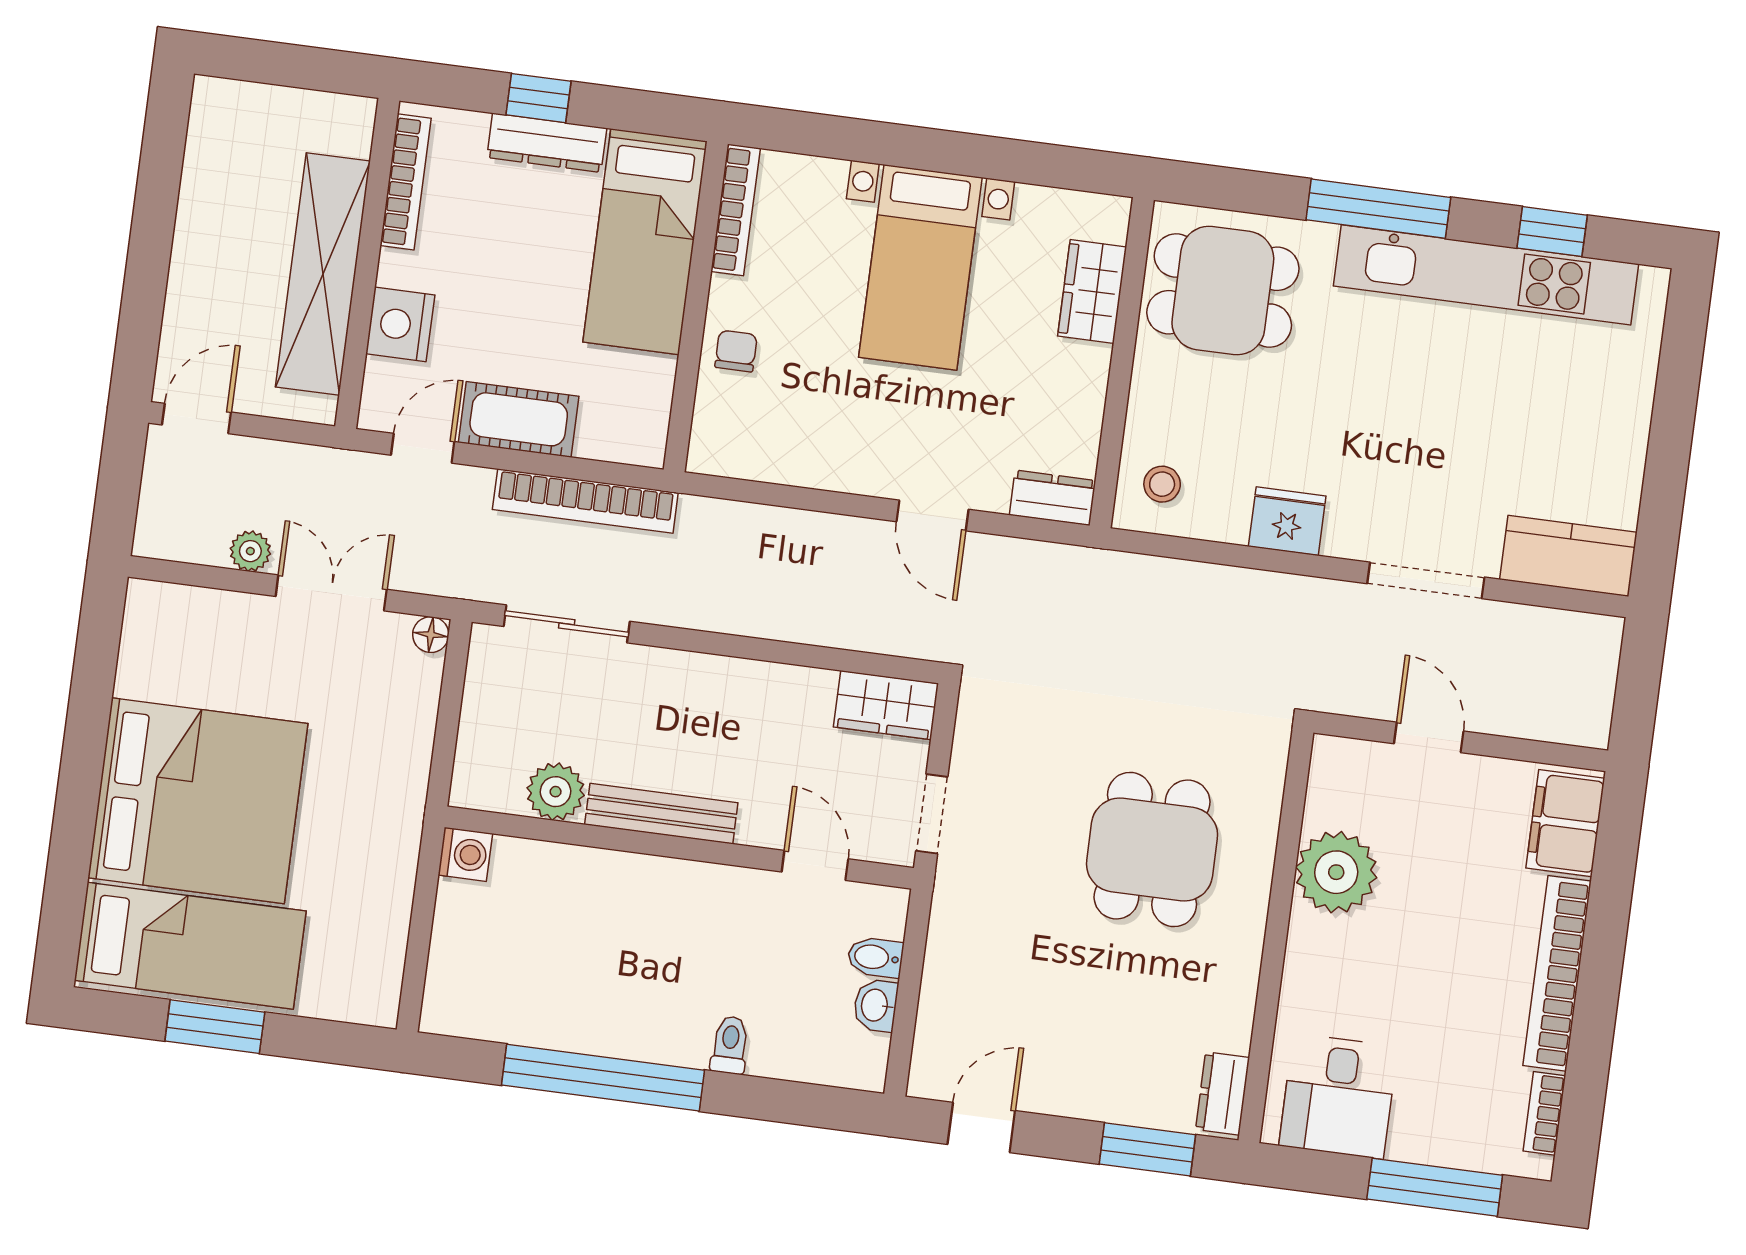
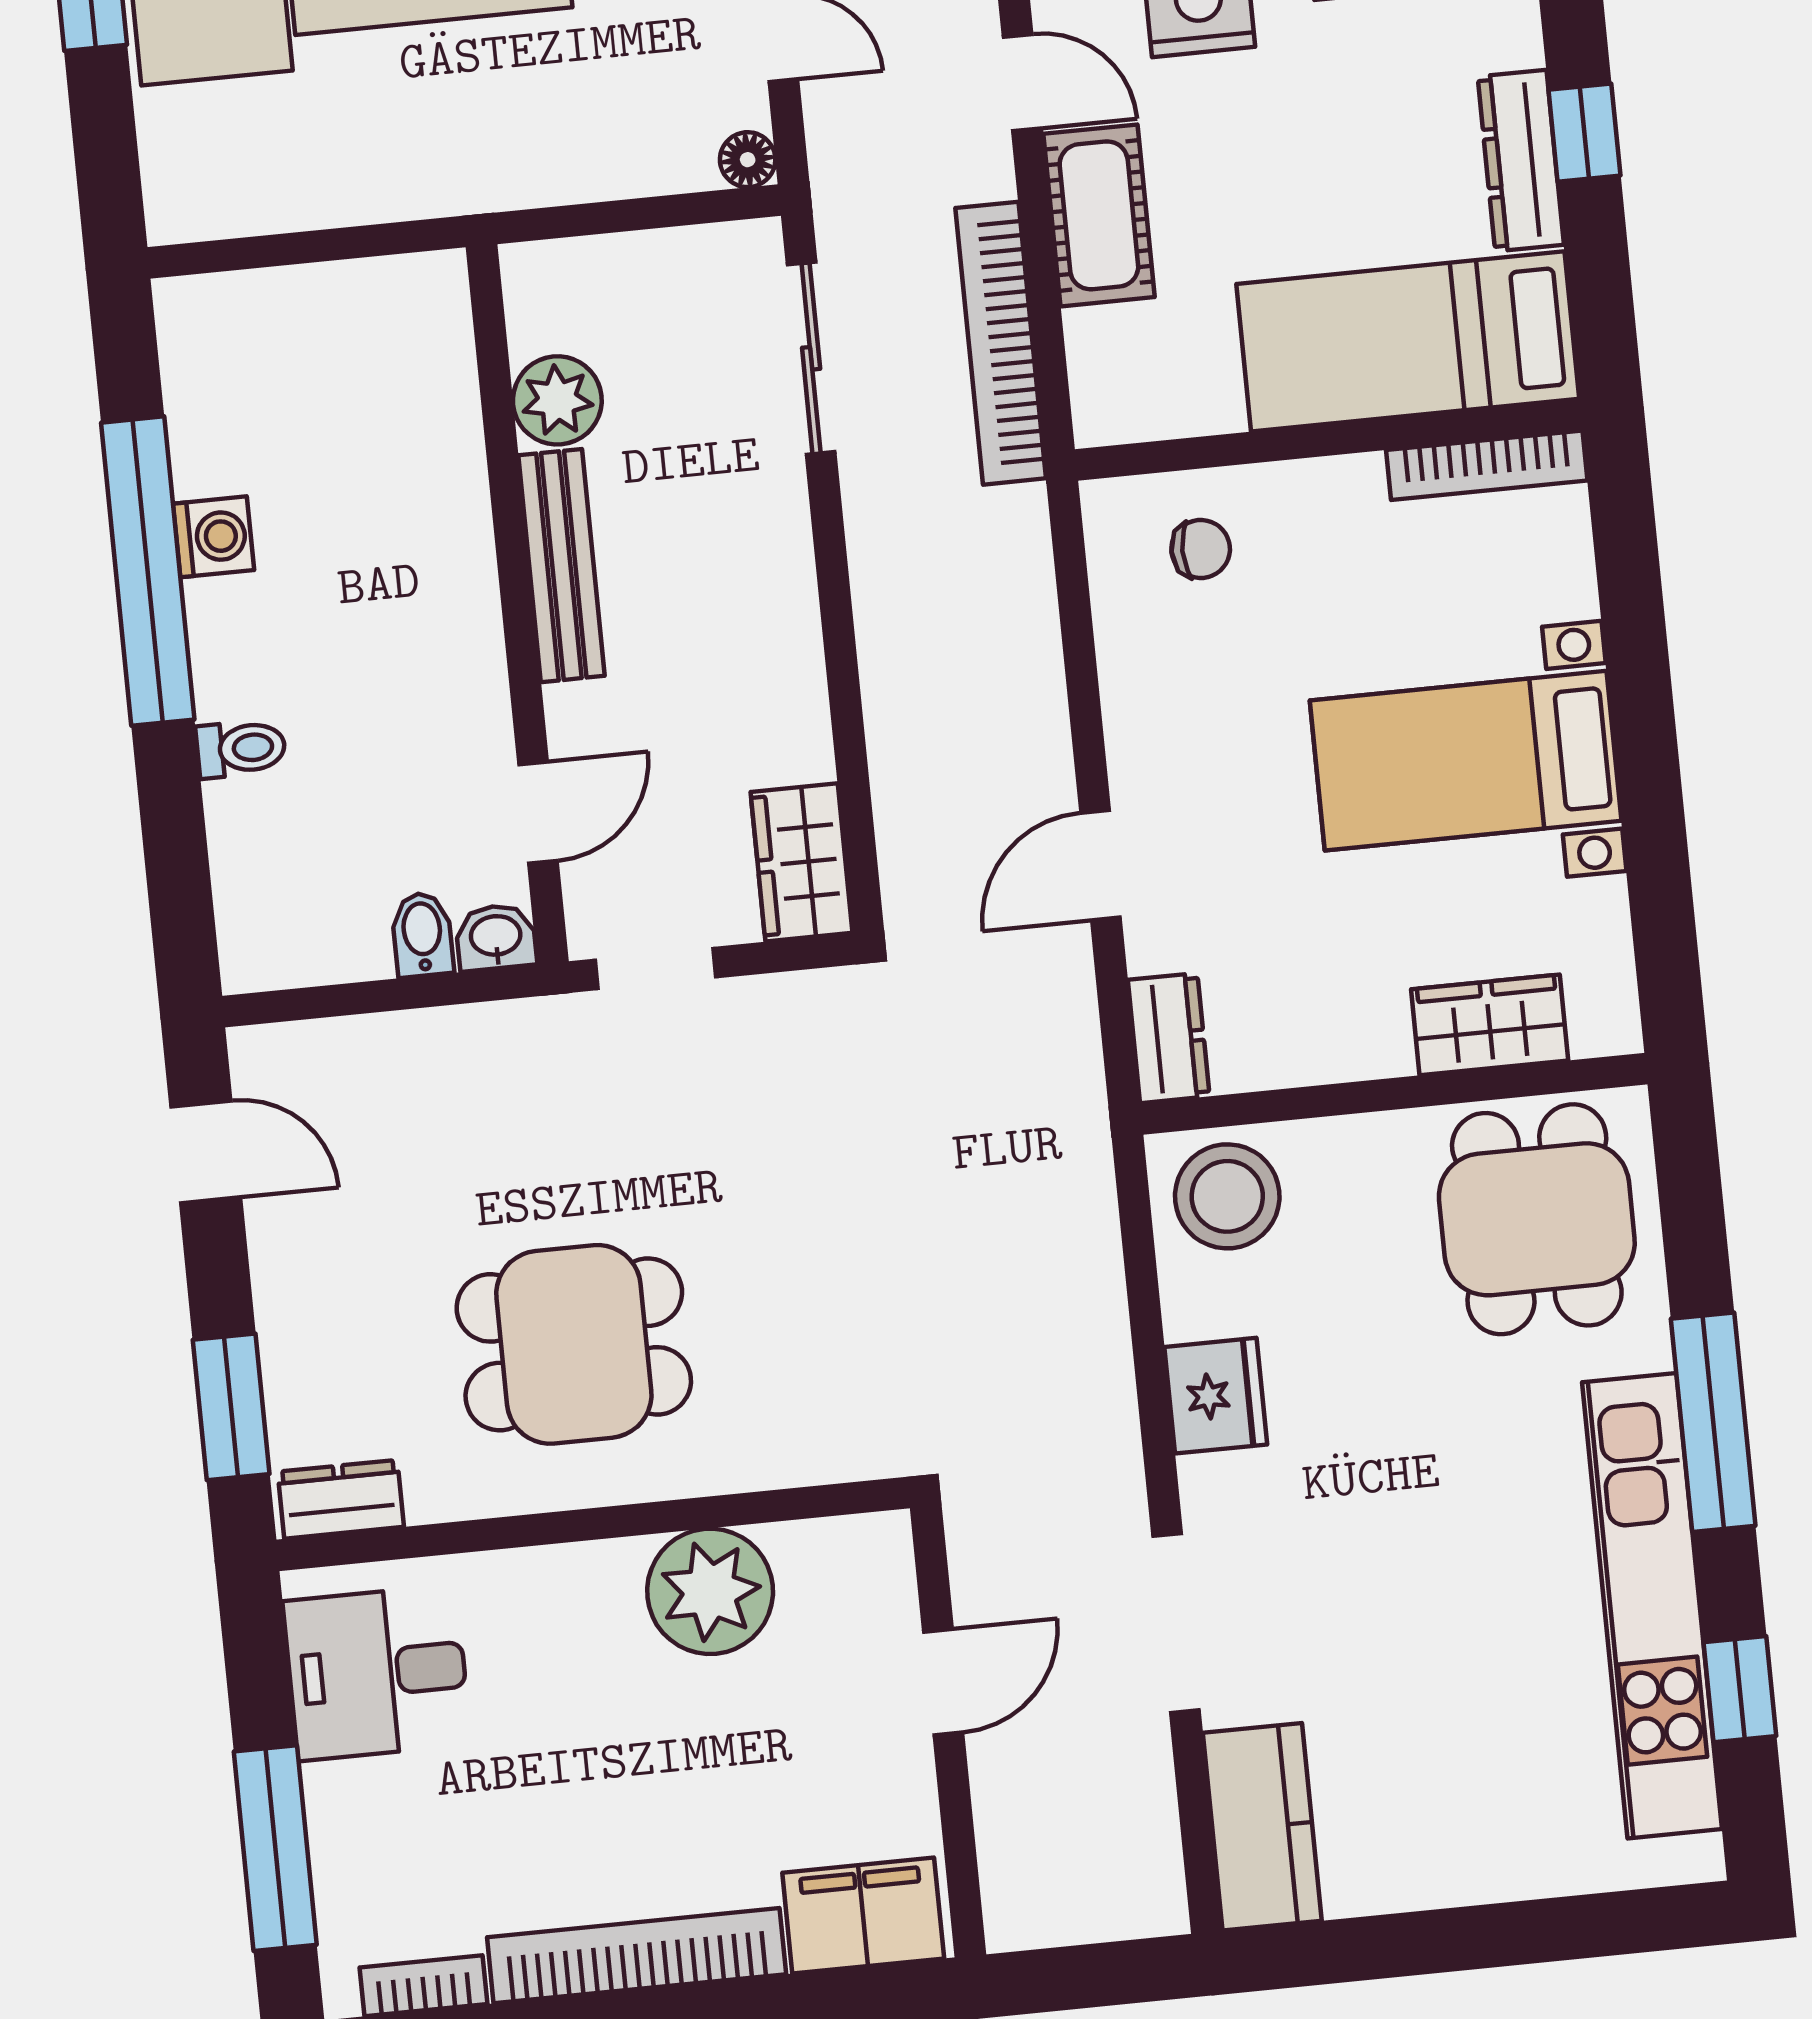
chair: (736, 351) -> (1201, 549), moved
stool: (1162, 484) -> (1227, 1196), width x1.89, depth x1.89
dining table: (1152, 849) -> (574, 1344), moved
washing machine: (465, 854) -> (213, 537), moved, turned -90
washbasin: (876, 1005) -> (496, 937), moved

